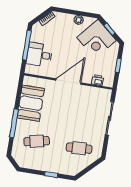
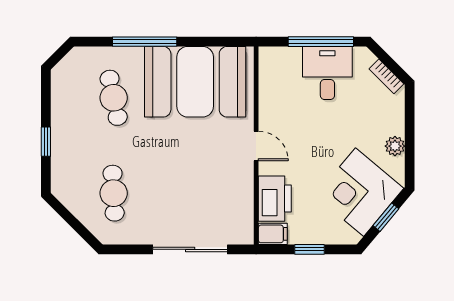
desk: (40, 55) -> (327, 73), moved
printer: (97, 80) -> (275, 199), width x1.87, depth x1.48
filing cabinet: (109, 80) -> (273, 234), added
door: (68, 81) -> (256, 146), width x0.53
booth: (31, 103) -> (195, 82), width x1.36, depth x1.42

